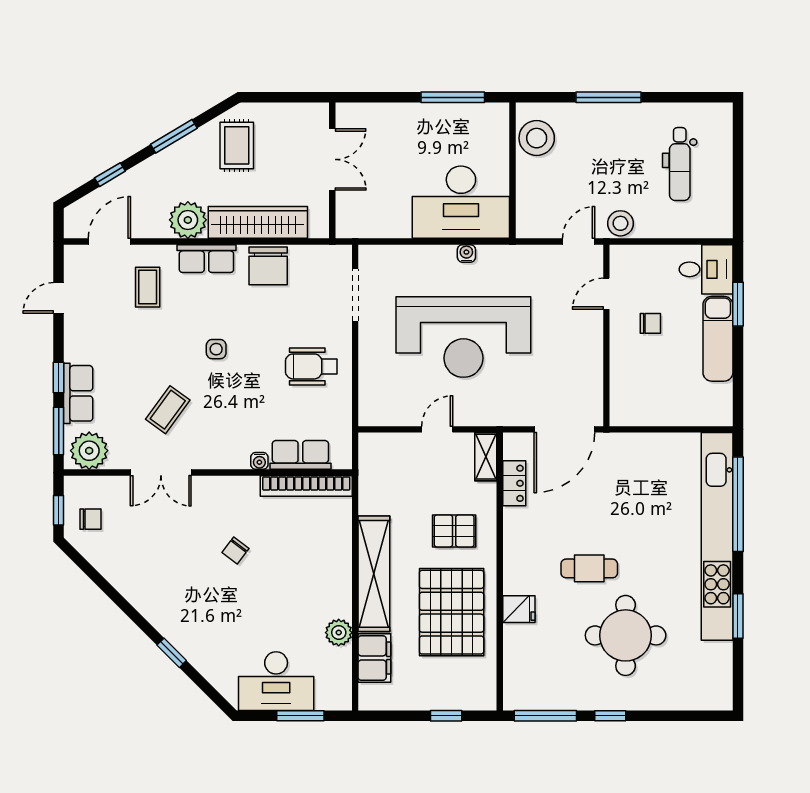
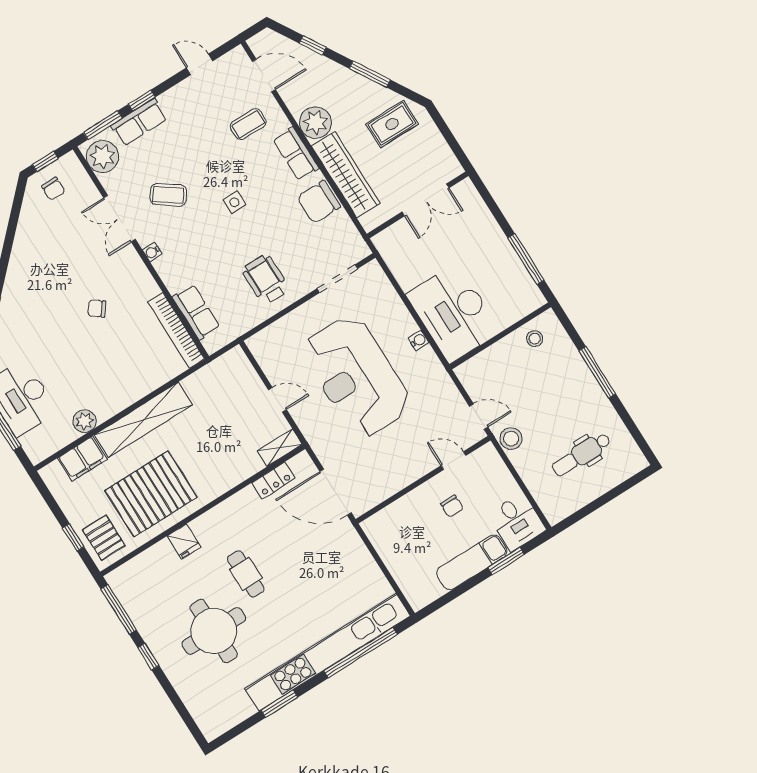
stool: (537, 138) -> (535, 339), width x0.53, depth x0.53
water cooler: (259, 461) -> (152, 252), moved
pallet: (454, 531) -> (104, 538), moved

